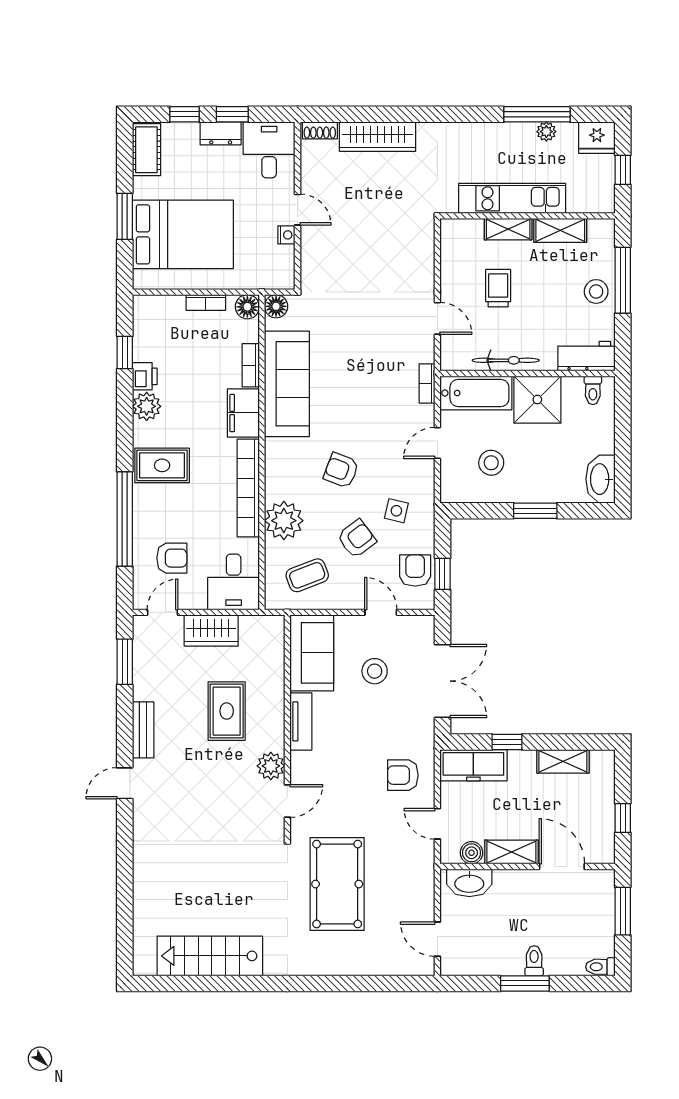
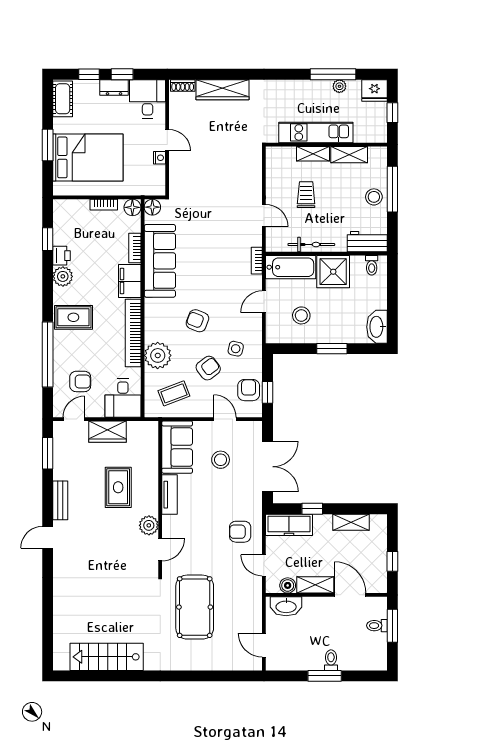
toilet: (600, 967) -> (377, 626), moved

